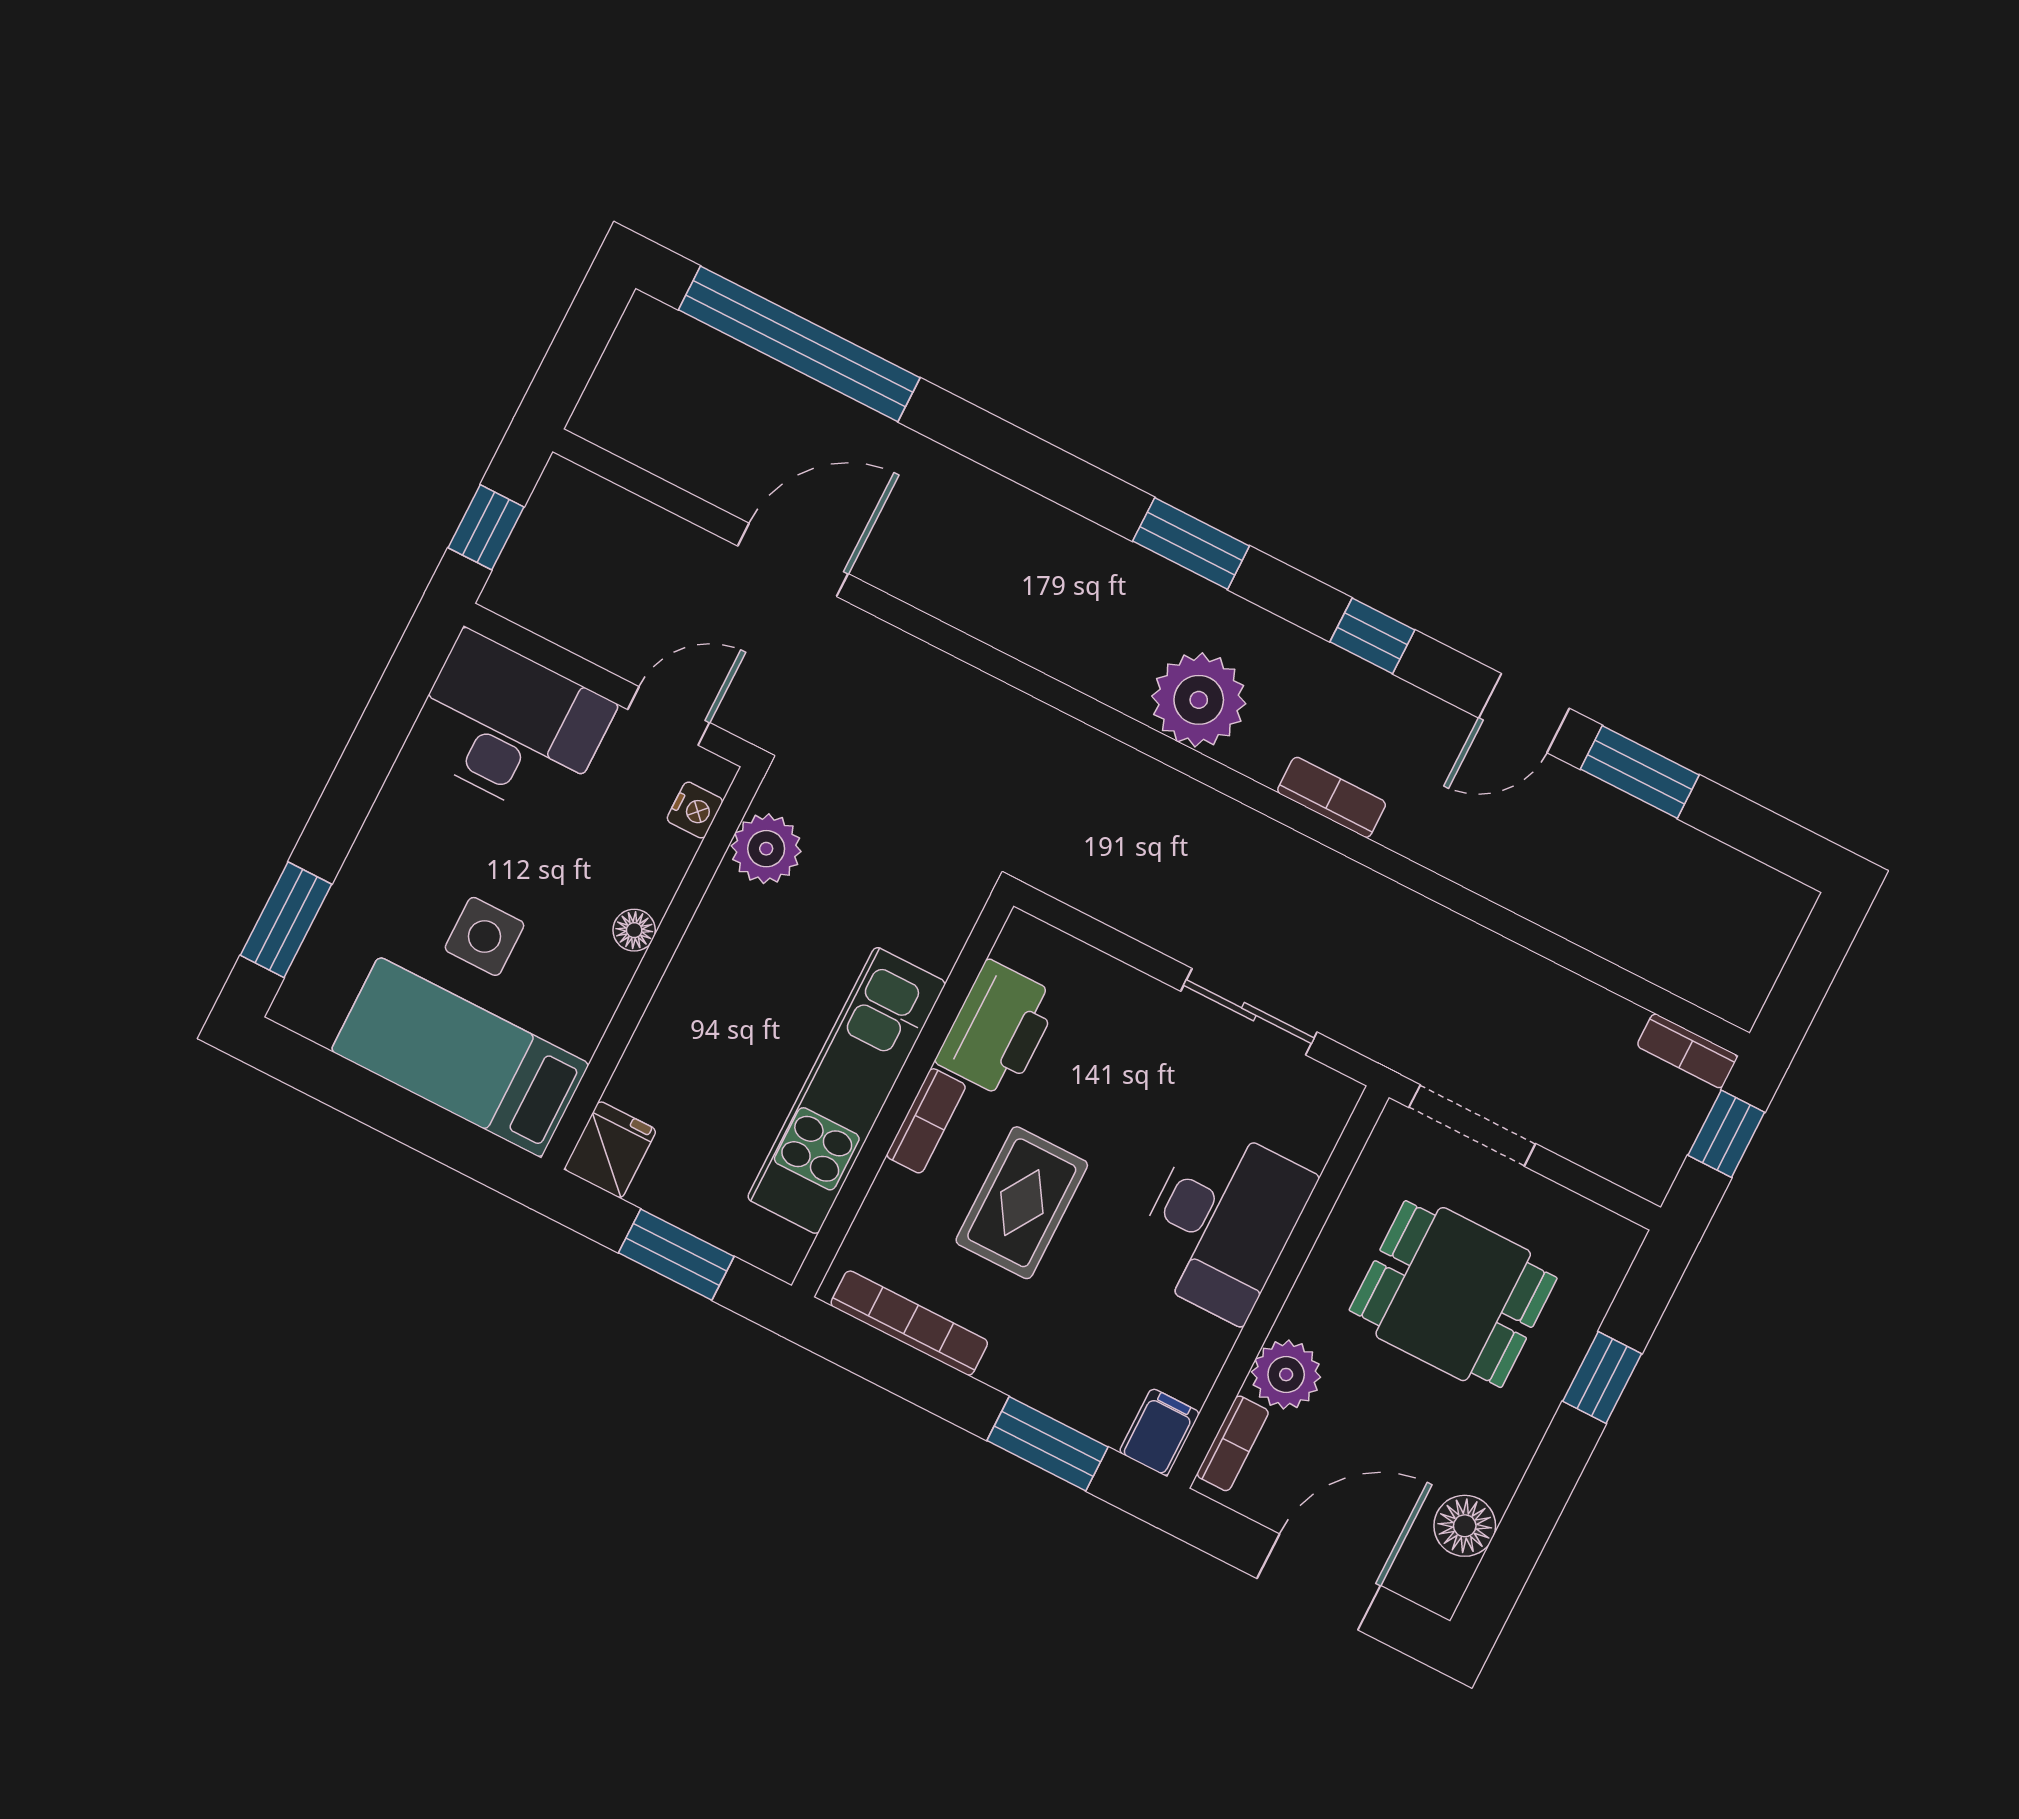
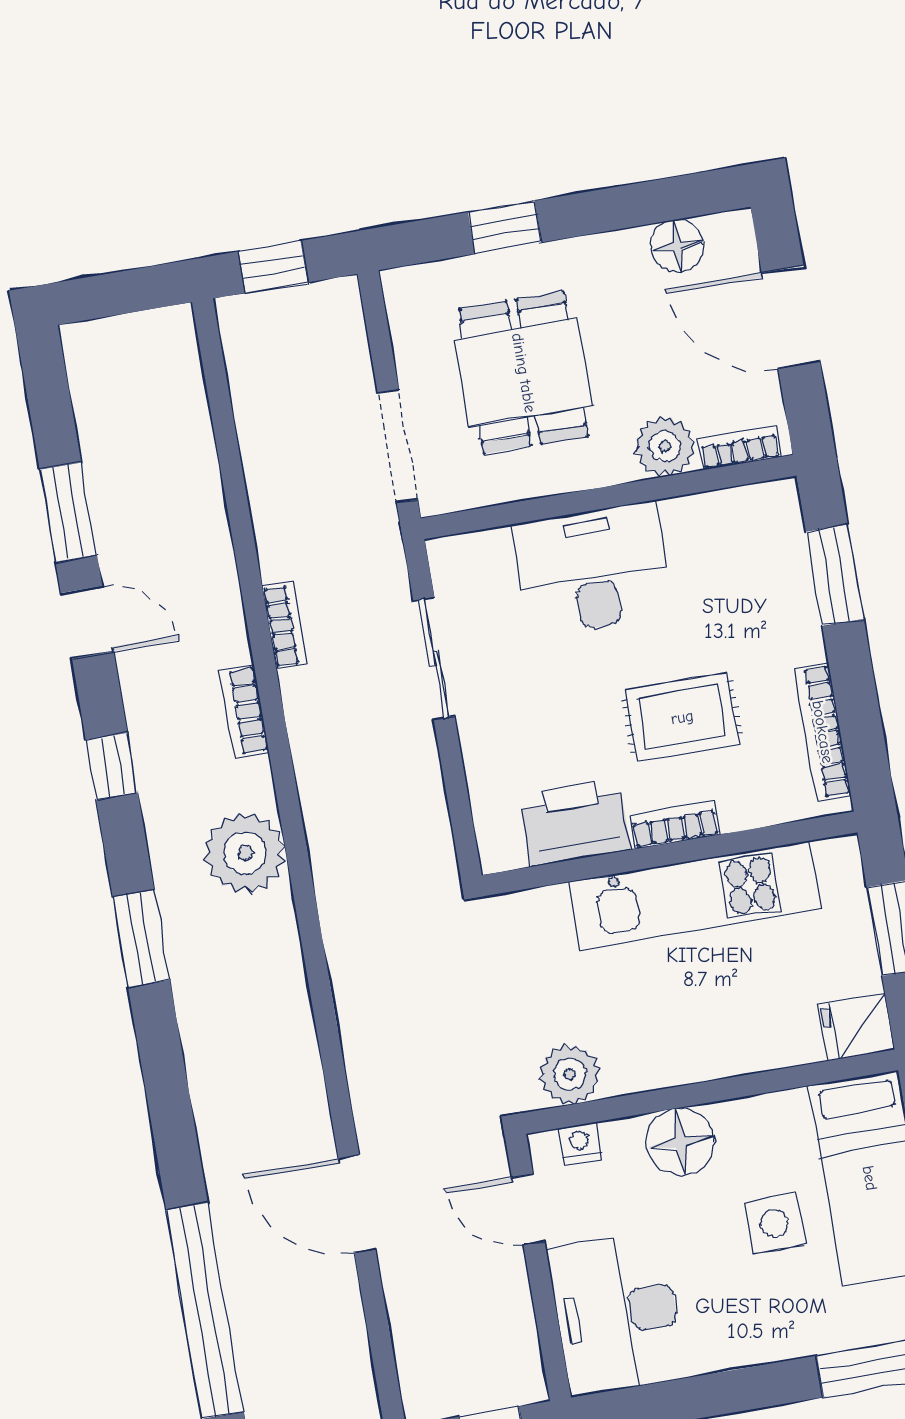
floor lamp: (634, 930) -> (680, 1142), width x1.89, depth x1.89
bookcase: (1687, 1051) -> (285, 625), moved
filing cabinet: (1159, 1432) -> (770, 504), removed

